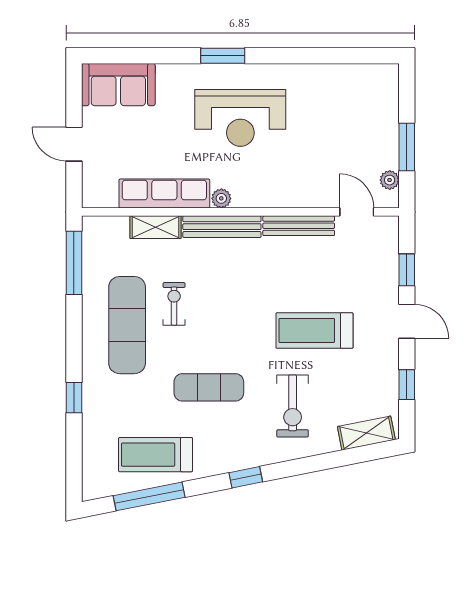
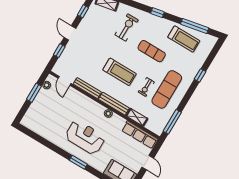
row of seats: (164, 194) -> (140, 135), moved
treadmill: (314, 330) -> (120, 72), moved

